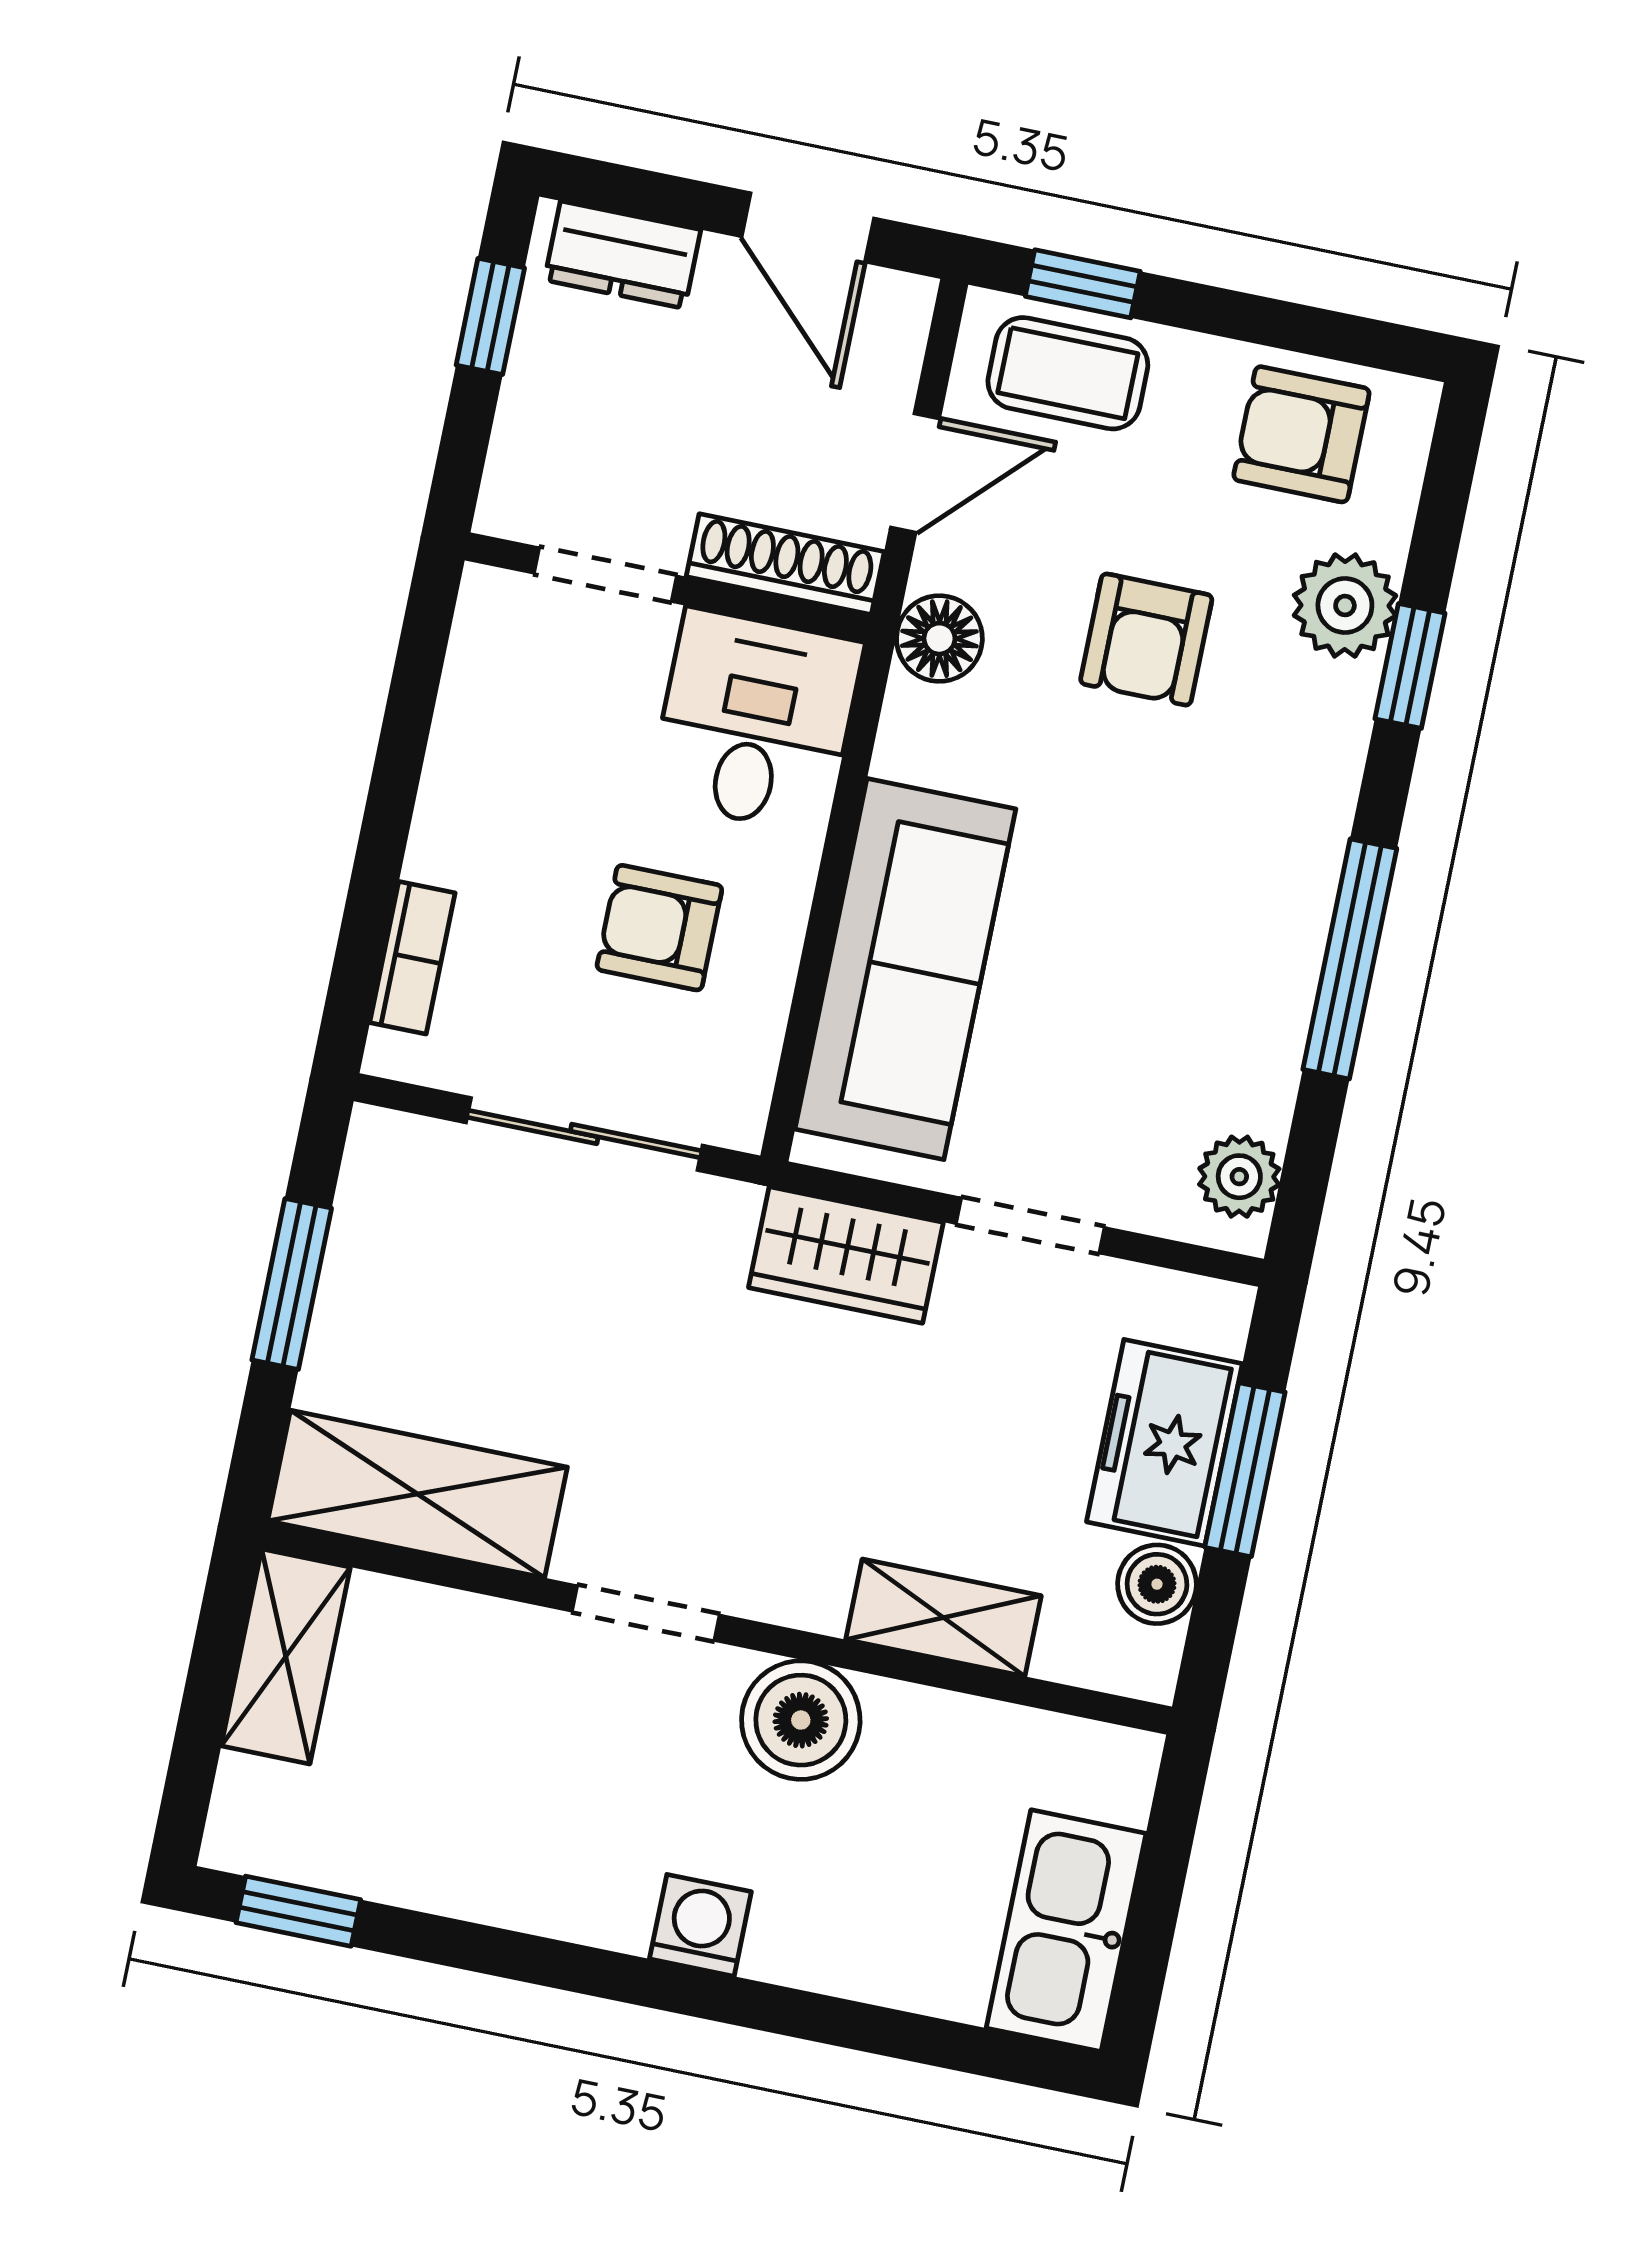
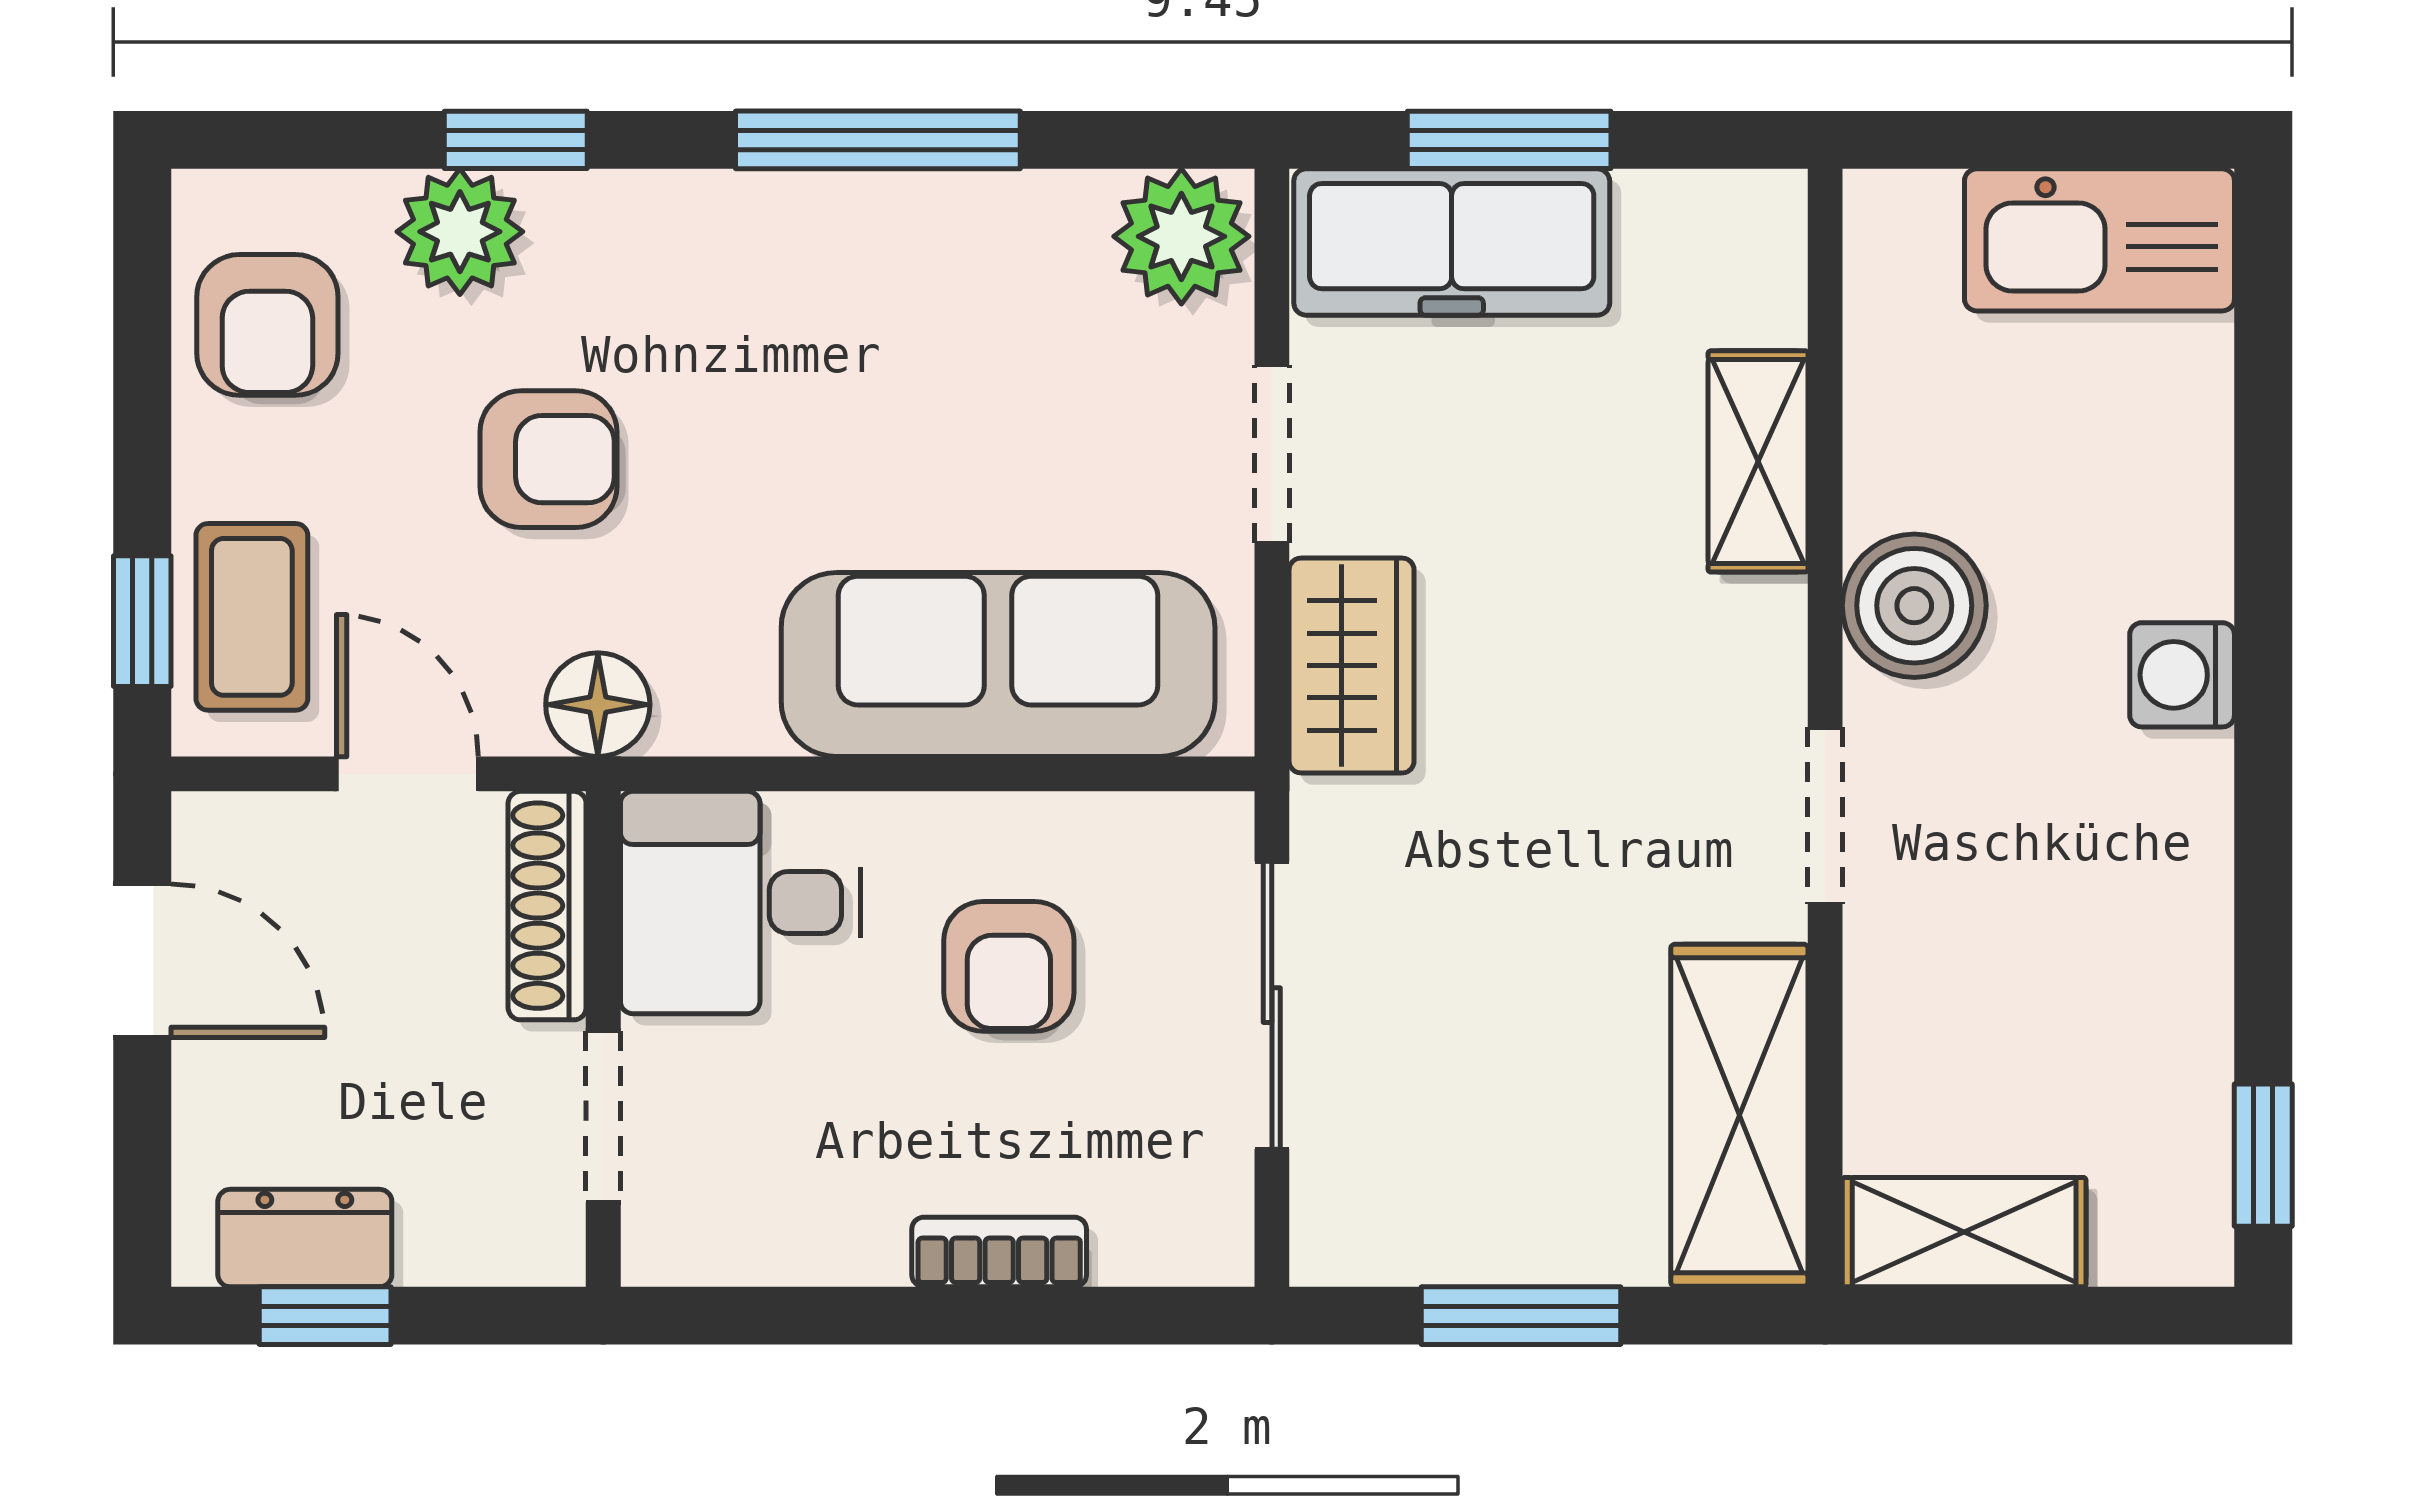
door: (808, 227) -> (142, 961), hinge flipped
dresser: (622, 255) -> (305, 1238), moved, turned -90
bookcase: (412, 958) -> (999, 1252), moved
plant: (1239, 1177) -> (1181, 236), width x1.38, depth x1.38
freezer: (1164, 1443) -> (1452, 242), width x1.40
boiler: (1157, 1584) -> (1666, 216), removed

